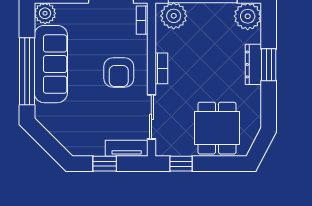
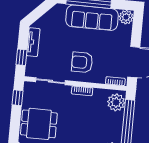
tv unit: (127, 148) -> (33, 42), moved
window: (105, 164) -> (21, 57), moved

